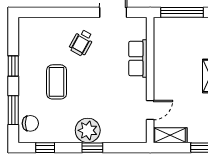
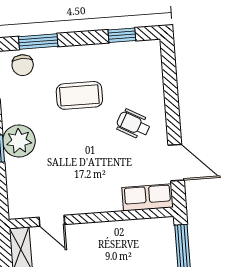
row of seats: (138, 59) -> (148, 197), moved
window: (13, 66) -> (122, 35), moved

